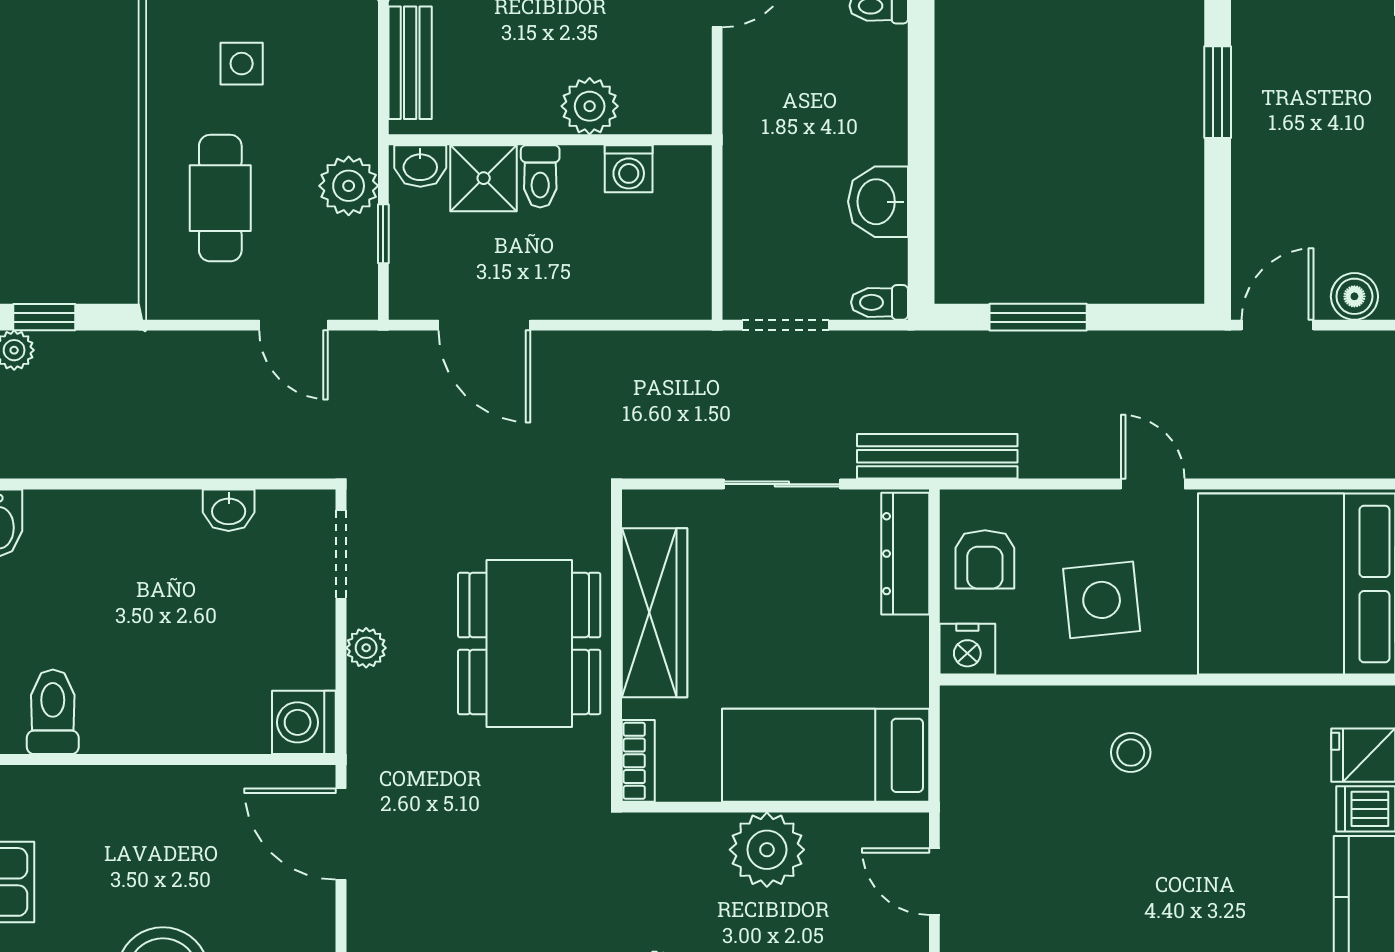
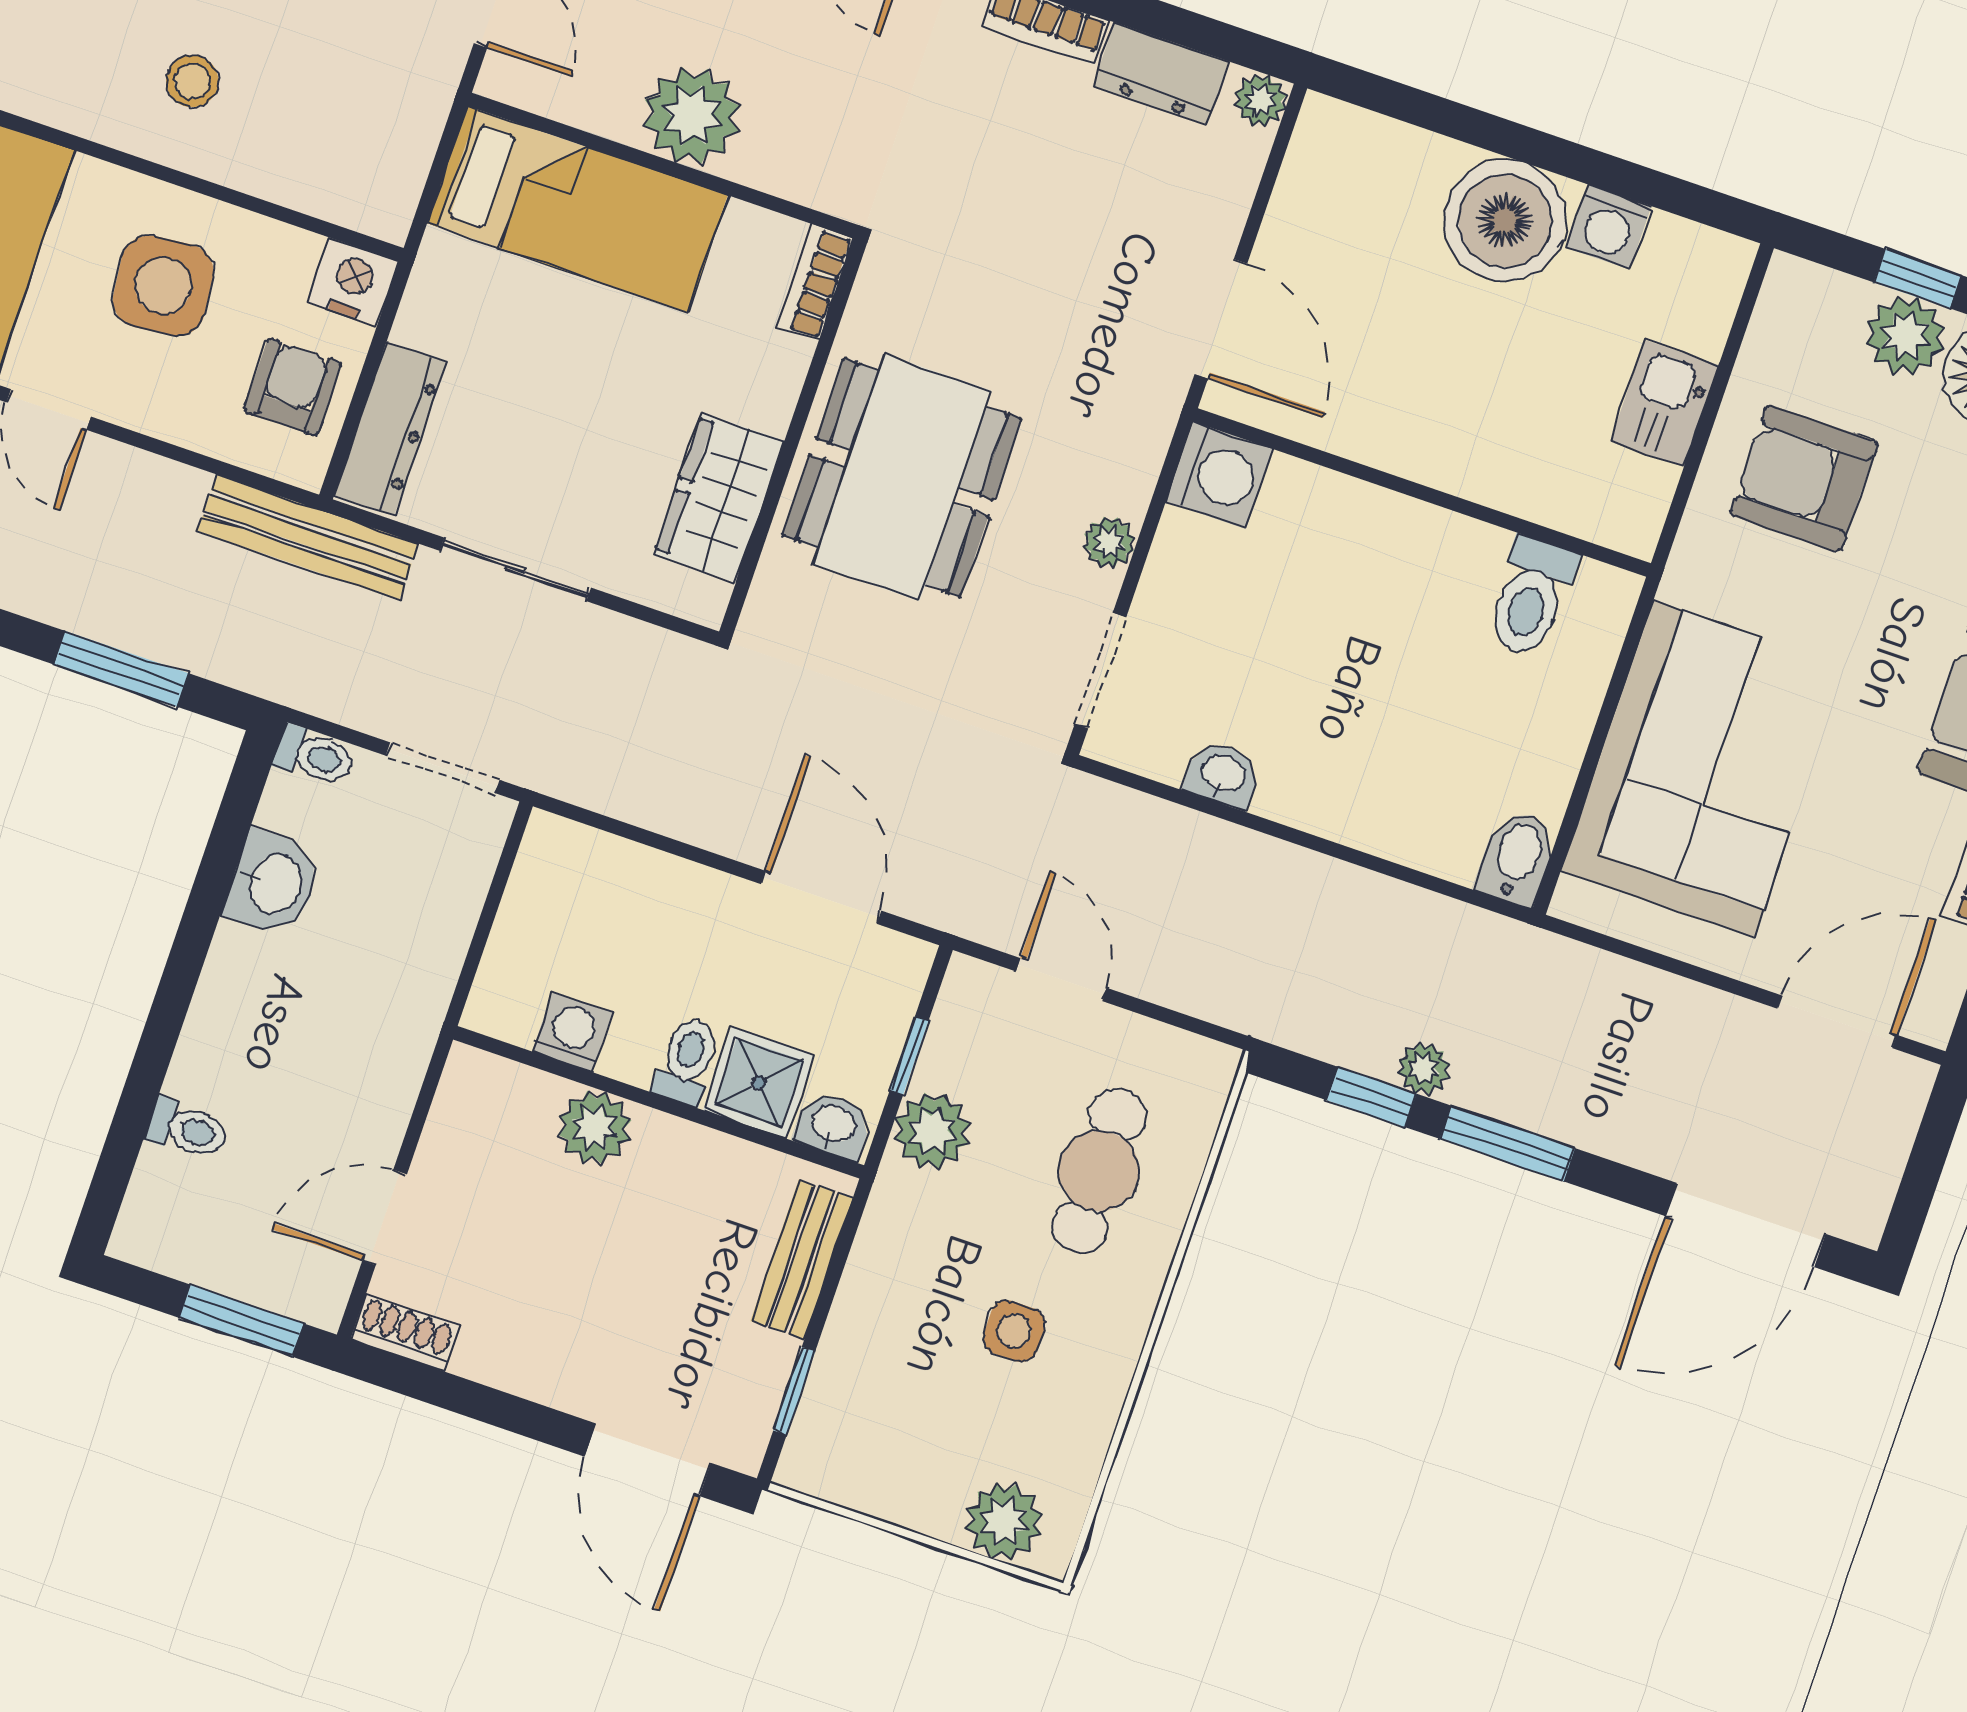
wardrobe: (654, 613) -> (719, 498), width x0.67

